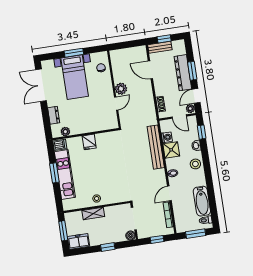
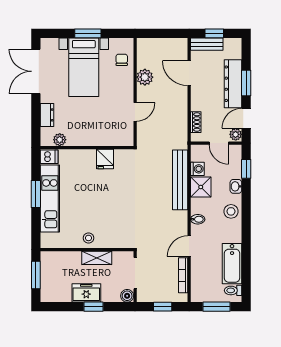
plant: (121, 89) -> (145, 77), moved
fridge: (89, 142) -> (105, 159), moved
shelving: (93, 214) -> (97, 258), moved
freezer: (79, 241) -> (86, 293), moved

